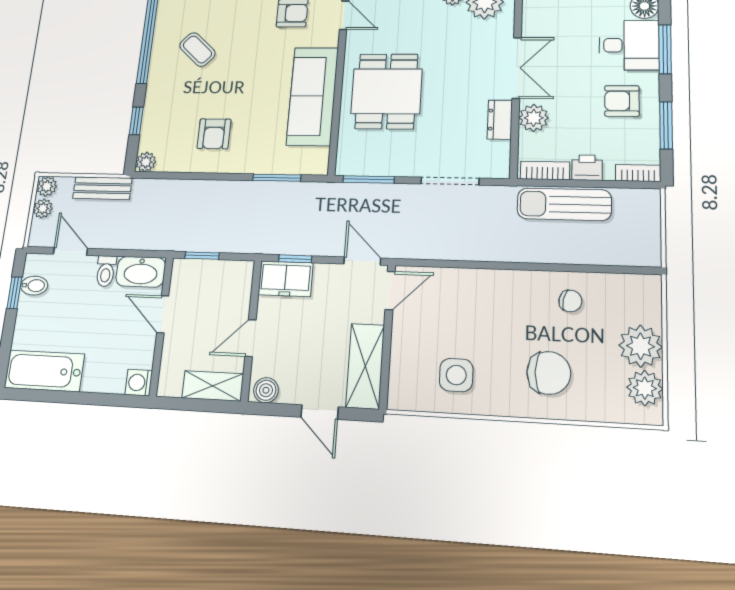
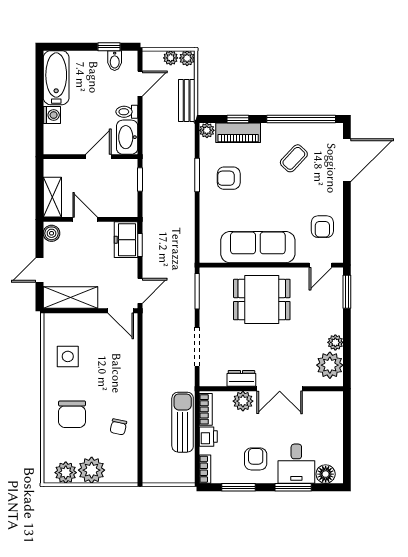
piano: (155, 121) -> (238, 133), added
window: (277, 178) -> (197, 175), moved
washing machine: (139, 383) -> (52, 115), moved, turned 90

